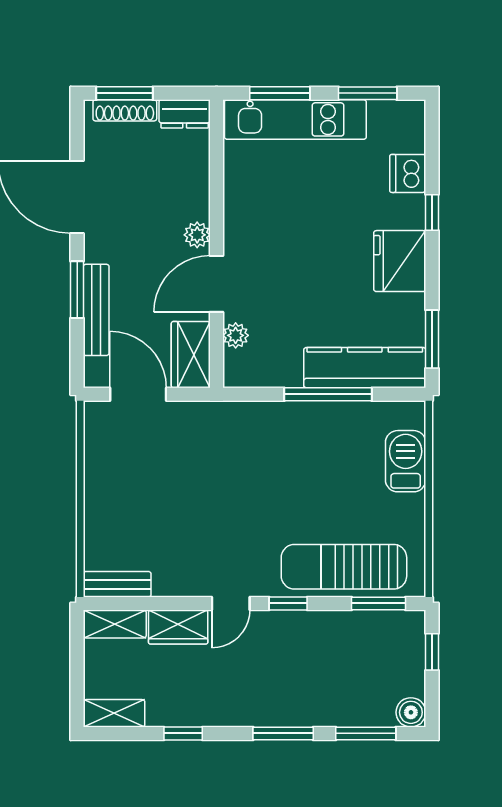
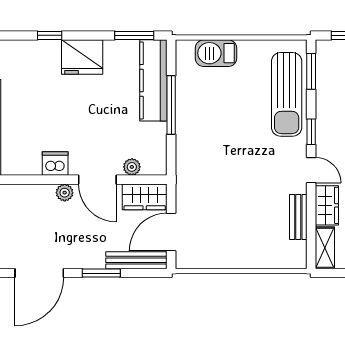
dishwasher: (408, 173) -> (55, 164), moved, turned 180
bench: (96, 310) -> (136, 260), moved
bench: (117, 584) -> (298, 217), moved

